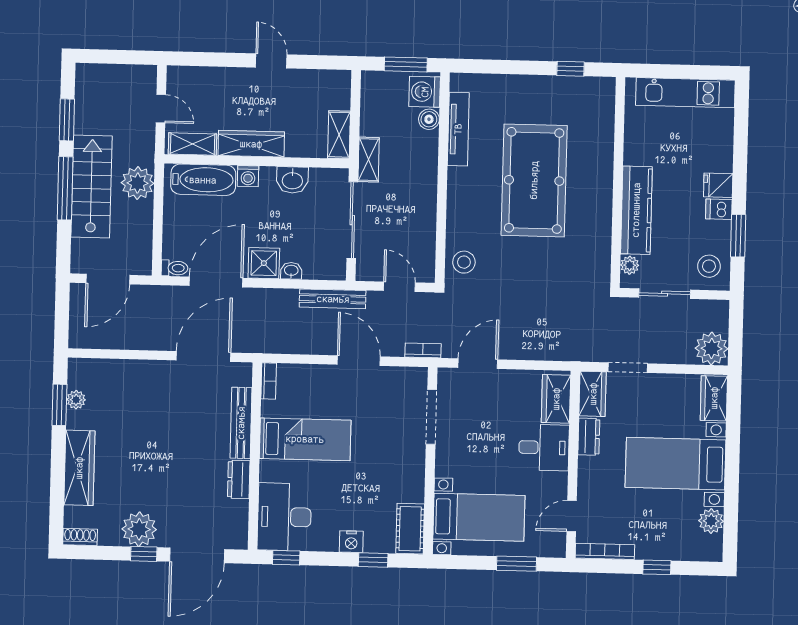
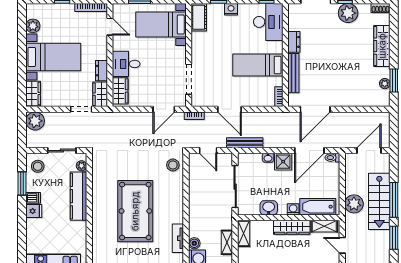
tv unit: (458, 129) -> (178, 238), width x0.71
shelving: (369, 160) -> (227, 242), moved
door: (572, 516) -> (110, 27), hinge flipped

